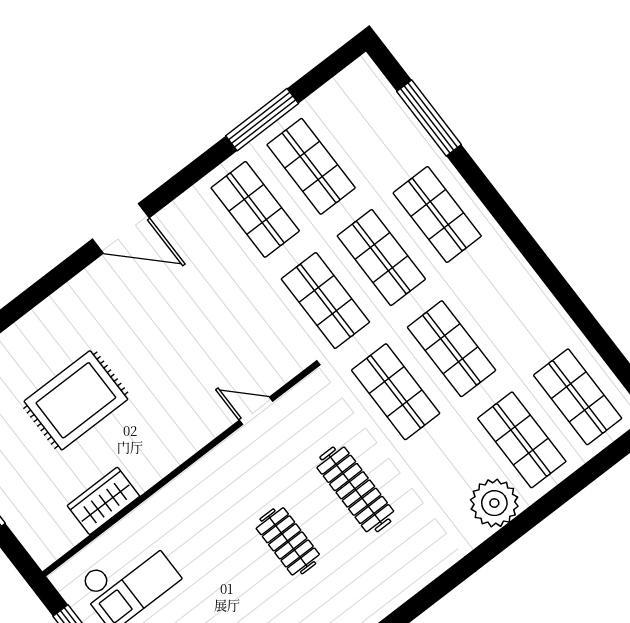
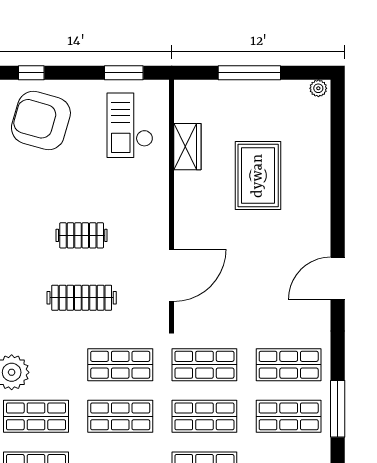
door: (256, 411) -> (172, 275), width x1.87

